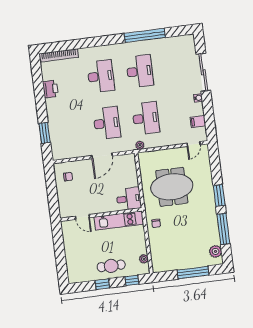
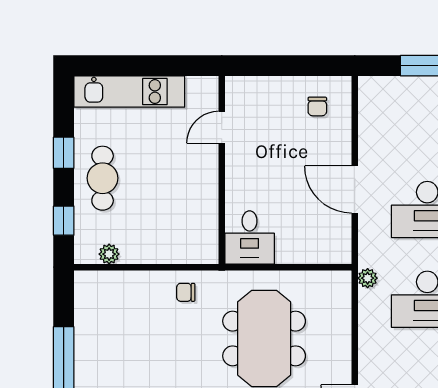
kitchen unit: (119, 221) -> (129, 92), moved, turned -90

